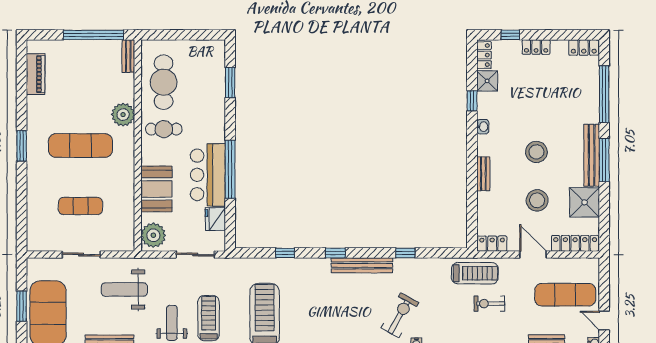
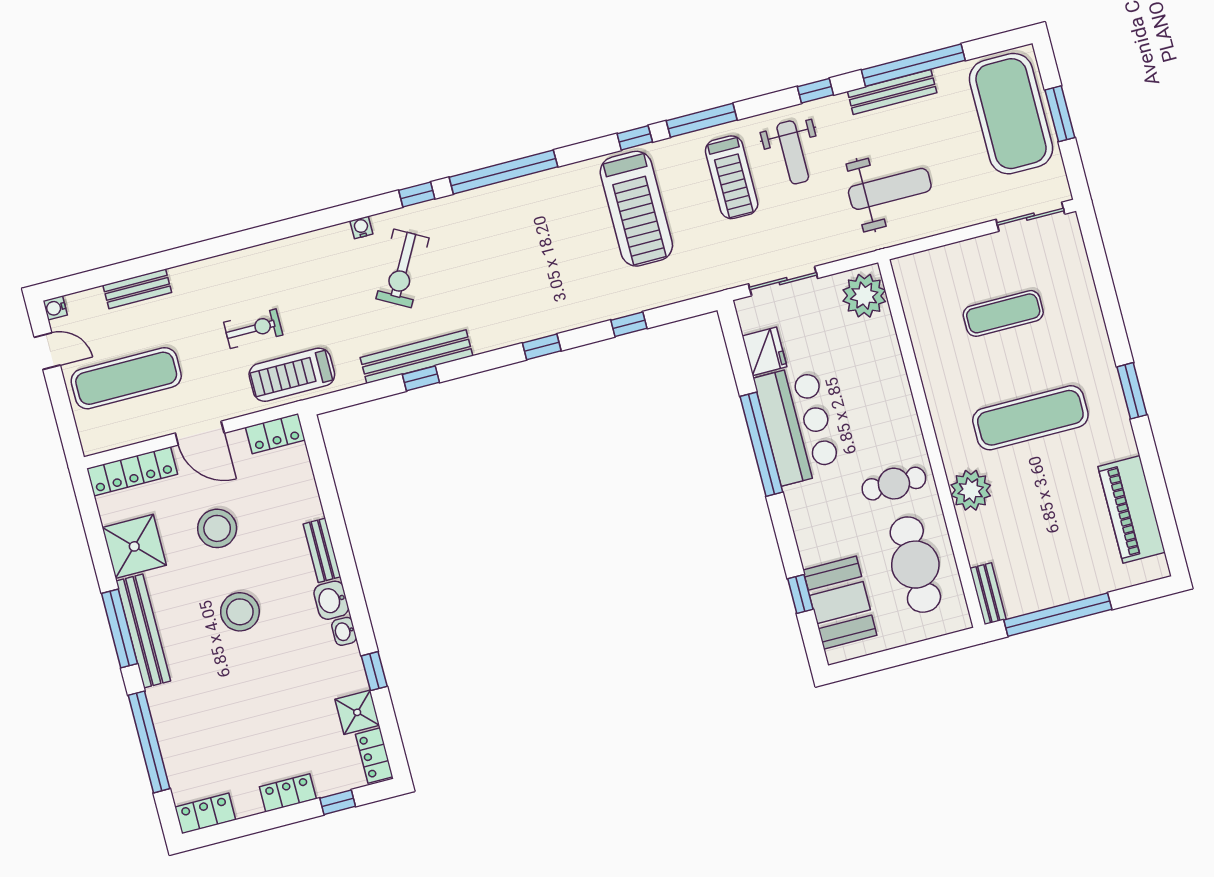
piano: (36, 74) -> (1132, 509), width x1.37, depth x1.33
window: (230, 82) -> (800, 594), width x0.67
washbasin: (485, 145) -> (331, 600), added
booth: (156, 189) -> (840, 603), moved
sliding door: (81, 255) -> (1030, 217), moved
bench: (362, 265) -> (416, 357), moved

